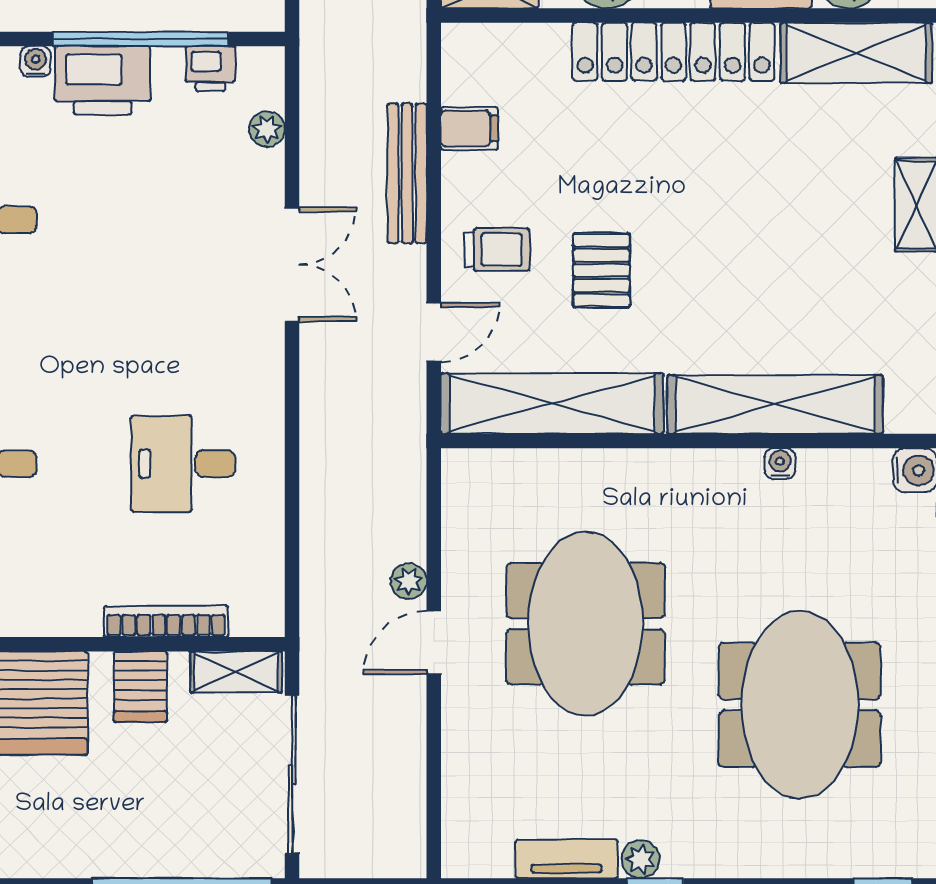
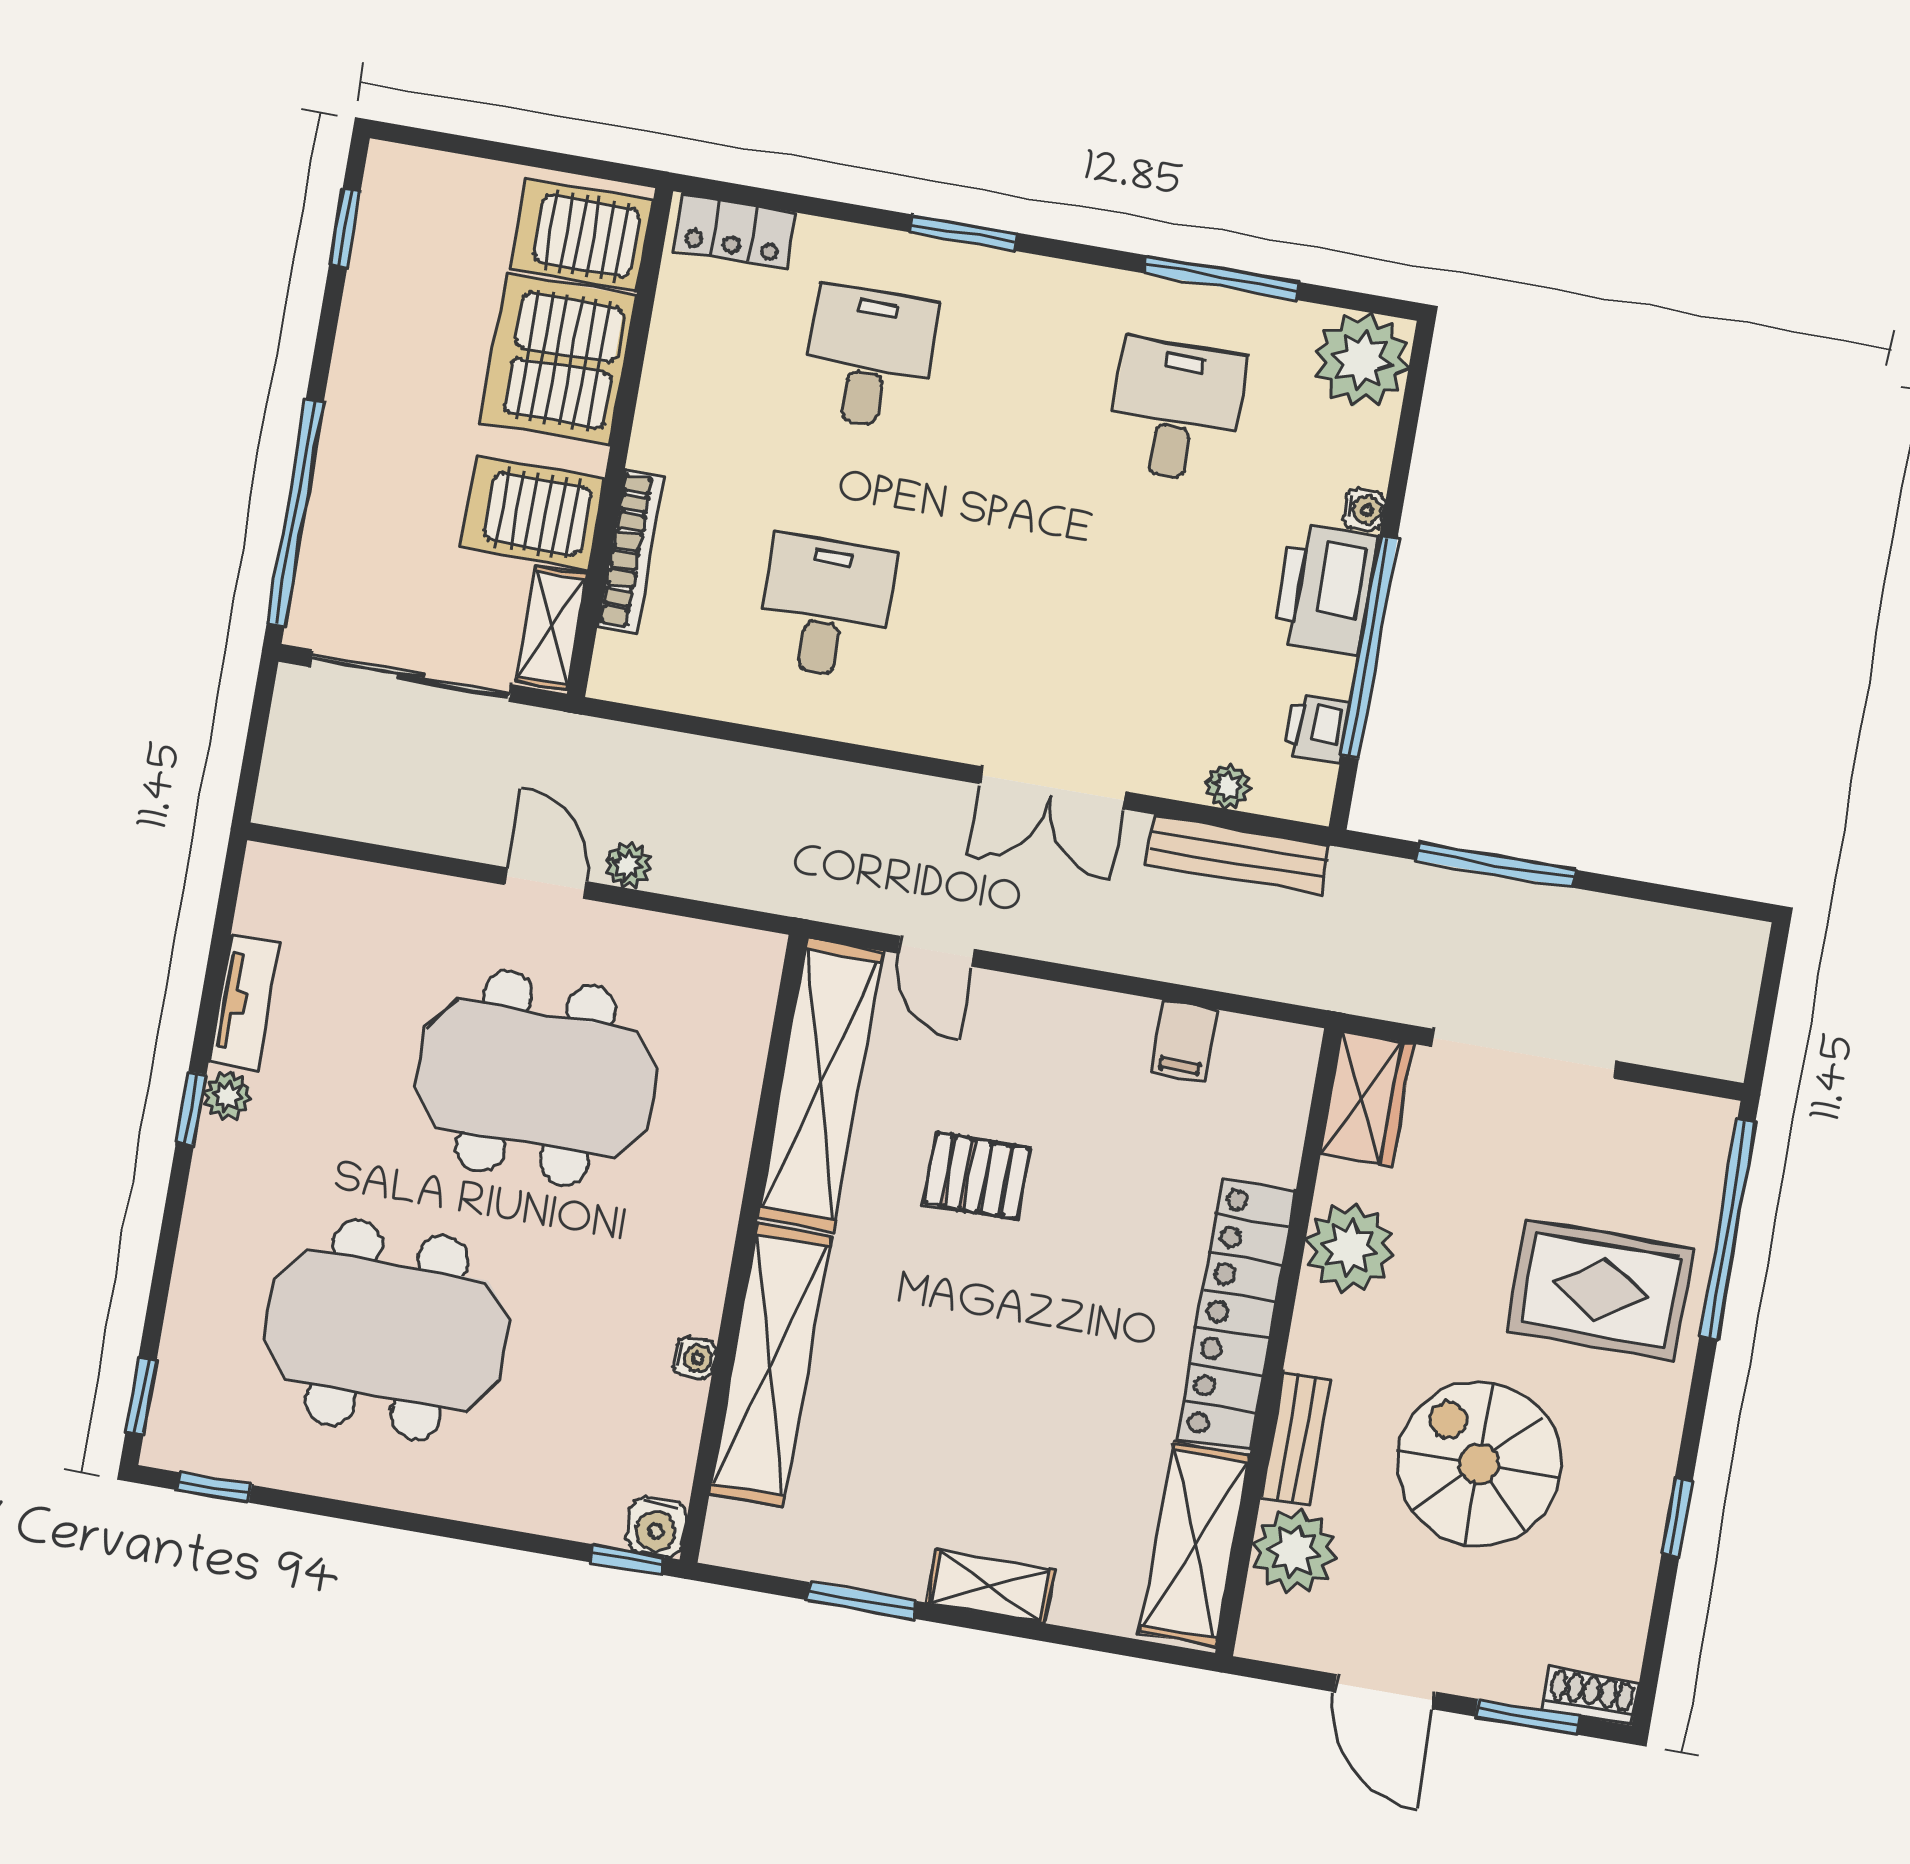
bench: (407, 173) -> (1238, 855), moved
trolley: (497, 250) -> (1026, 1049), removed
server rack: (140, 687) -> (533, 513), width x1.36, depth x1.44

